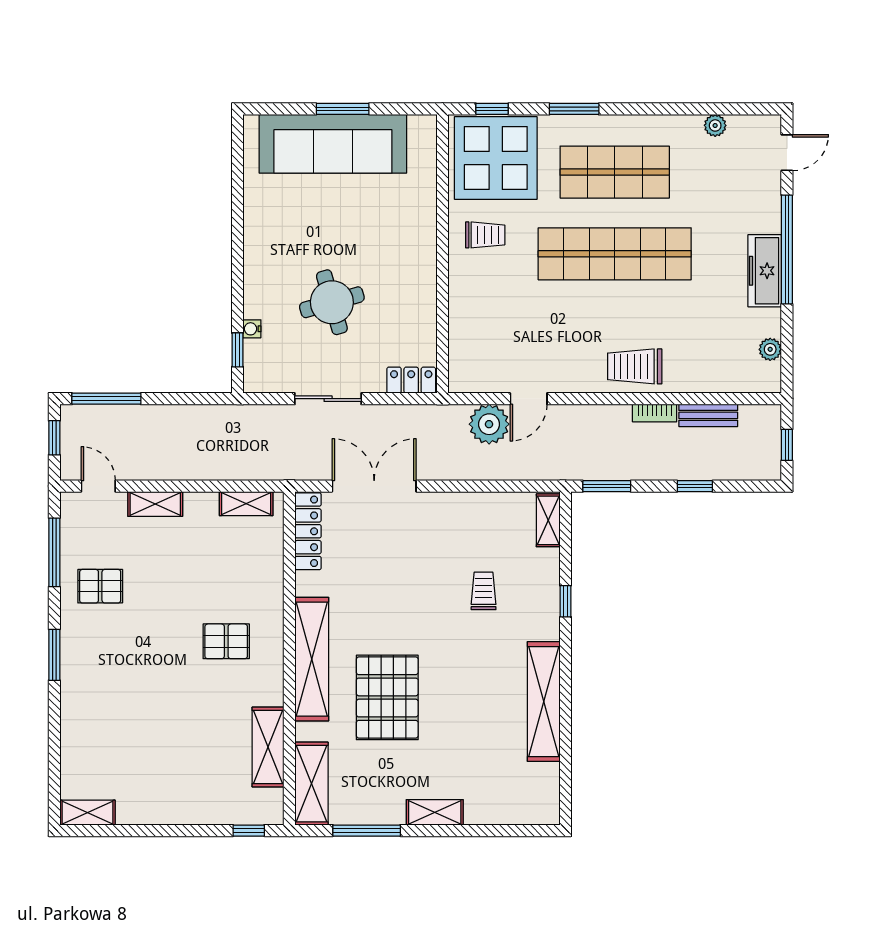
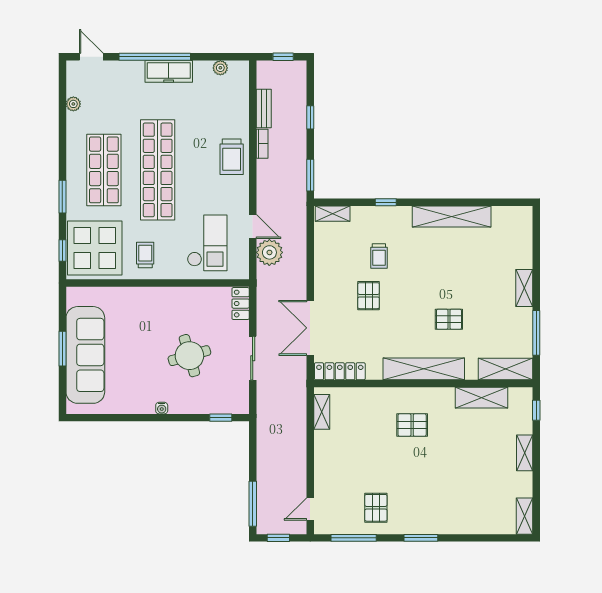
water cooler: (252, 329) -> (162, 408), moved
checkout: (504, 329) -> (207, 243), added
shelving: (155, 504) -> (525, 453), moved
pallet: (423, 575) -> (369, 296), added
trolley: (484, 591) -> (379, 256), turned -90
pallet: (226, 641) -> (412, 425), turned 90
pallet: (387, 697) -> (449, 319), width x0.49, depth x0.50

